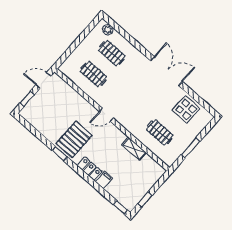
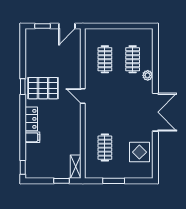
plant: (108, 30) -> (148, 75), moved
door: (43, 81) -> (67, 26), swing flipped
shelving: (134, 149) -> (76, 167), moved
window: (145, 200) -> (61, 181), moved

